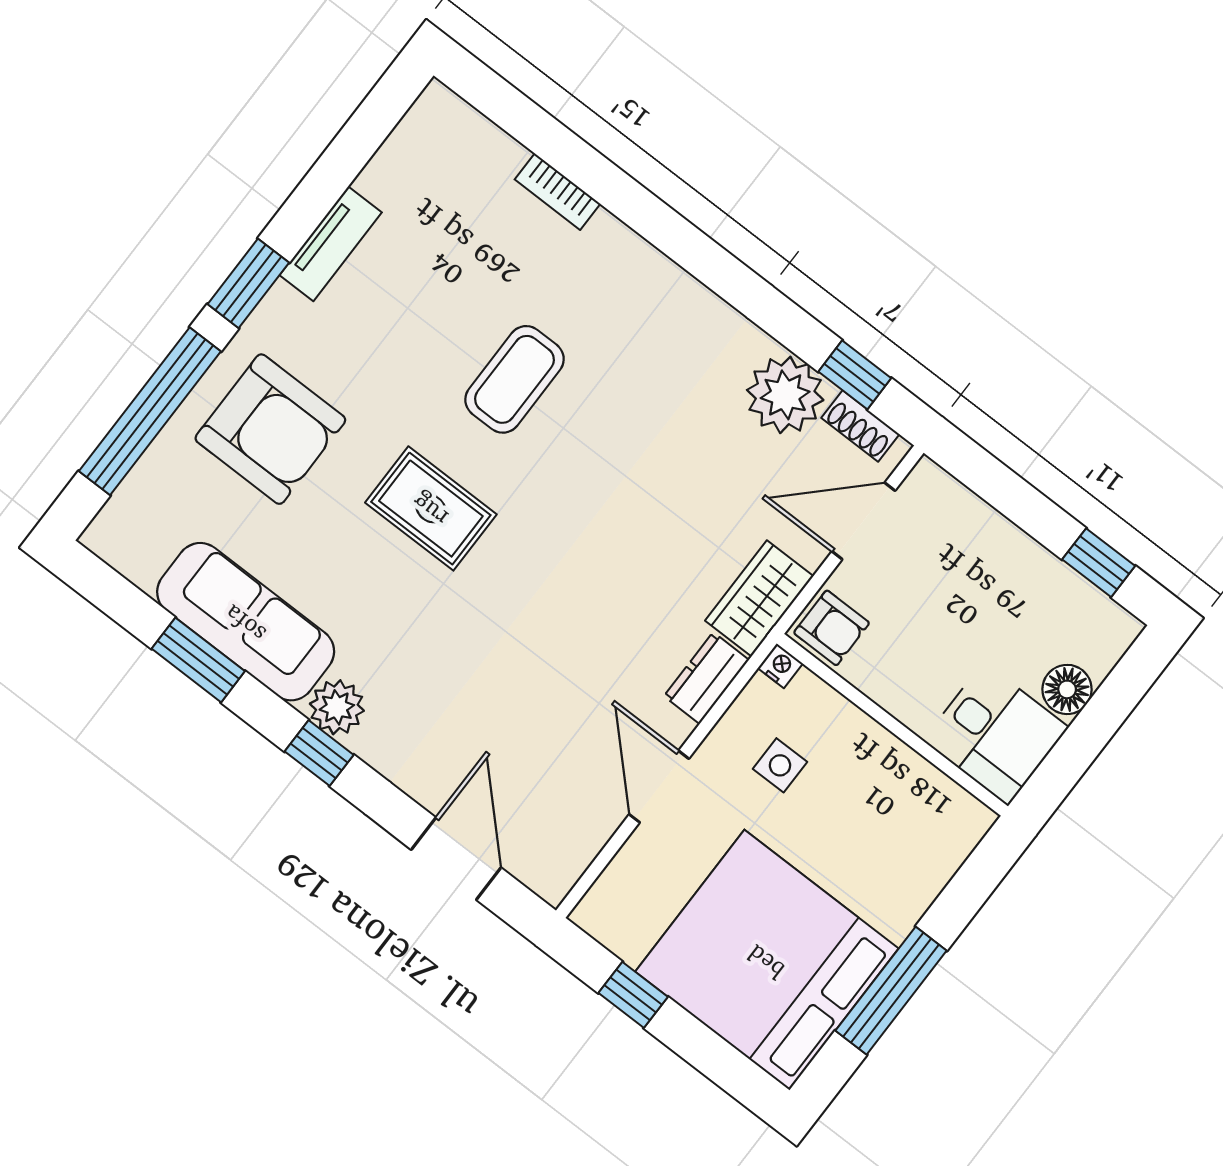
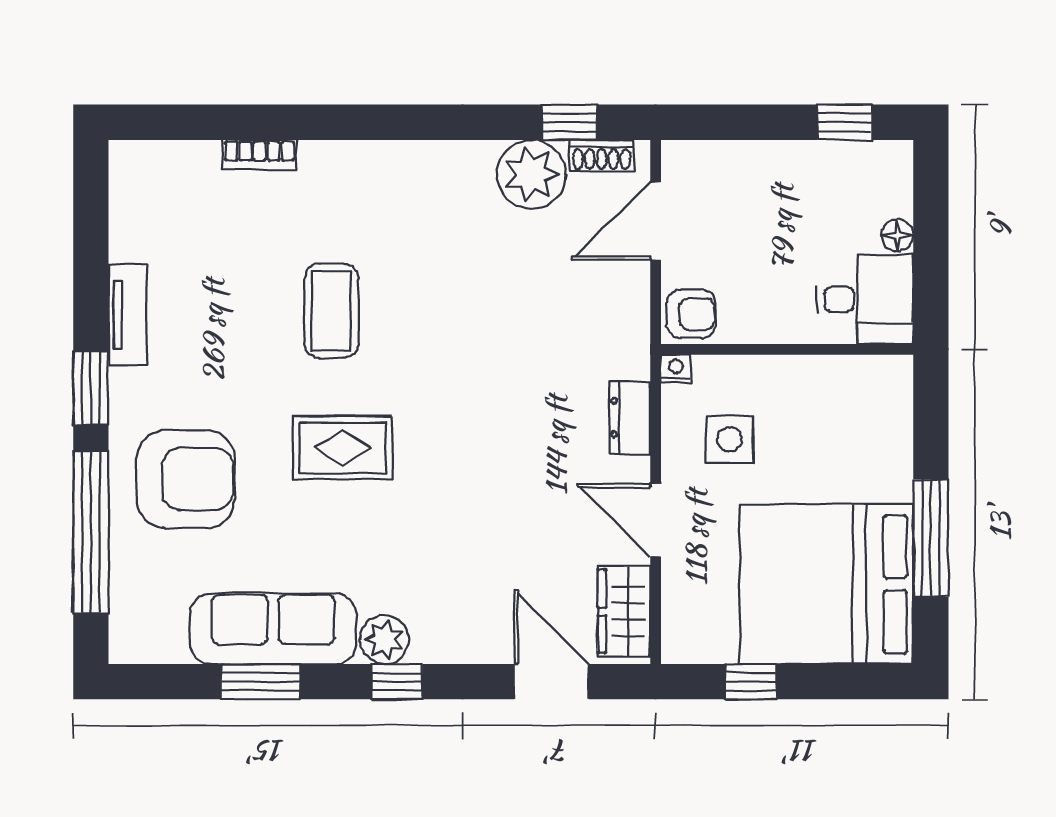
wardrobe: (759, 598) -> (624, 611), moved
floor lamp: (1067, 689) -> (897, 235), width x0.73, depth x0.73
side table: (780, 765) -> (730, 439), width x1.37, depth x1.37

